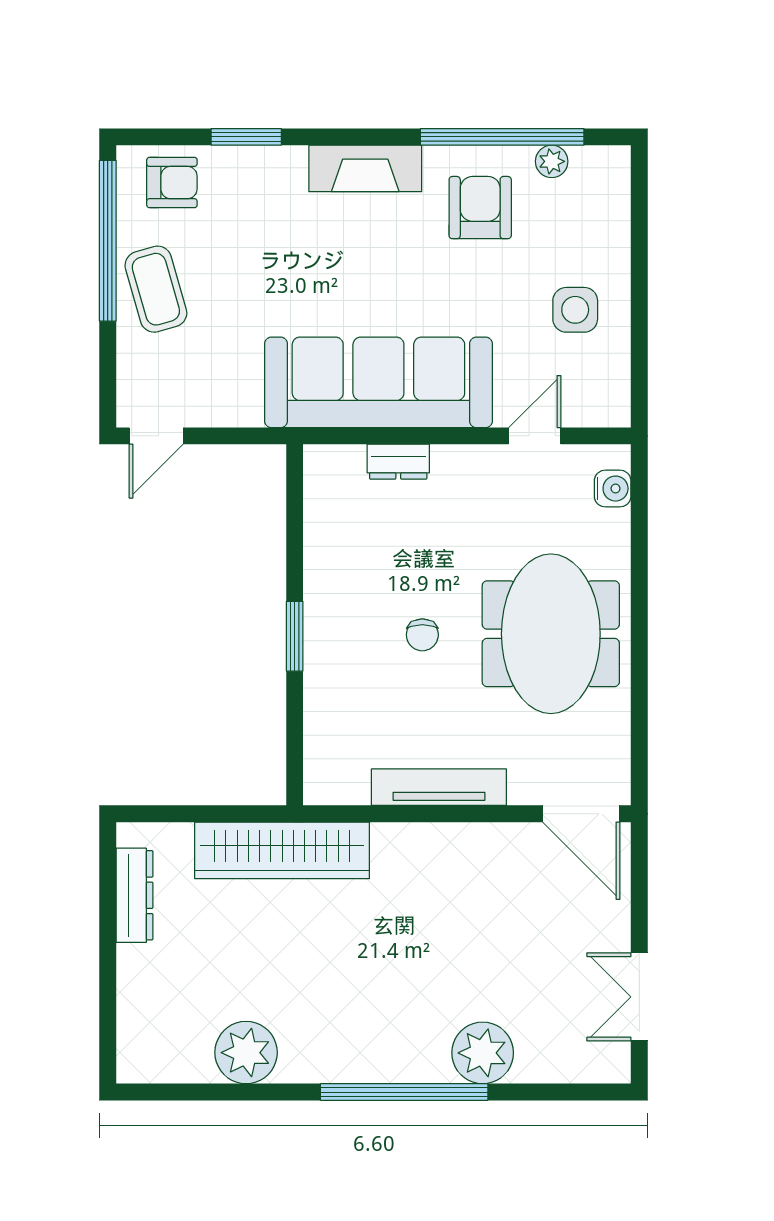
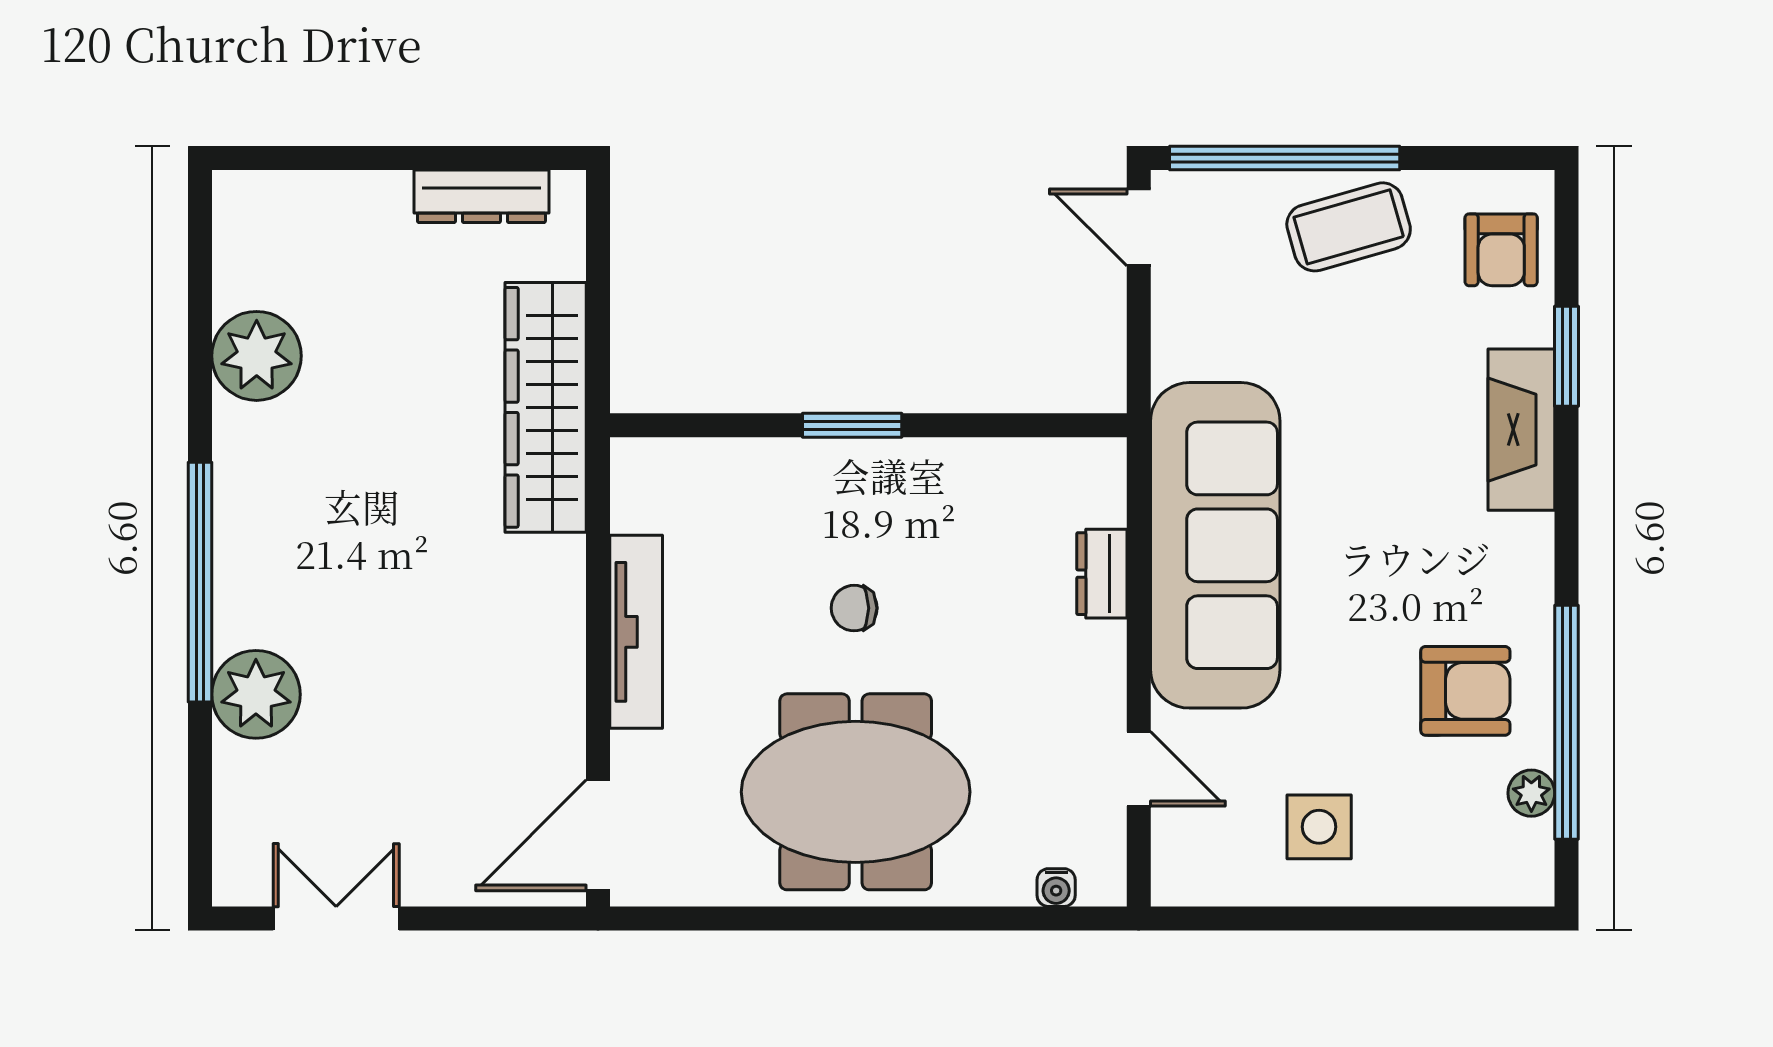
fireplace: (365, 168) -> (1521, 430), moved
window: (108, 241) -> (1285, 158), moved
water cooler: (613, 489) -> (1056, 888), width x0.72, depth x0.72

